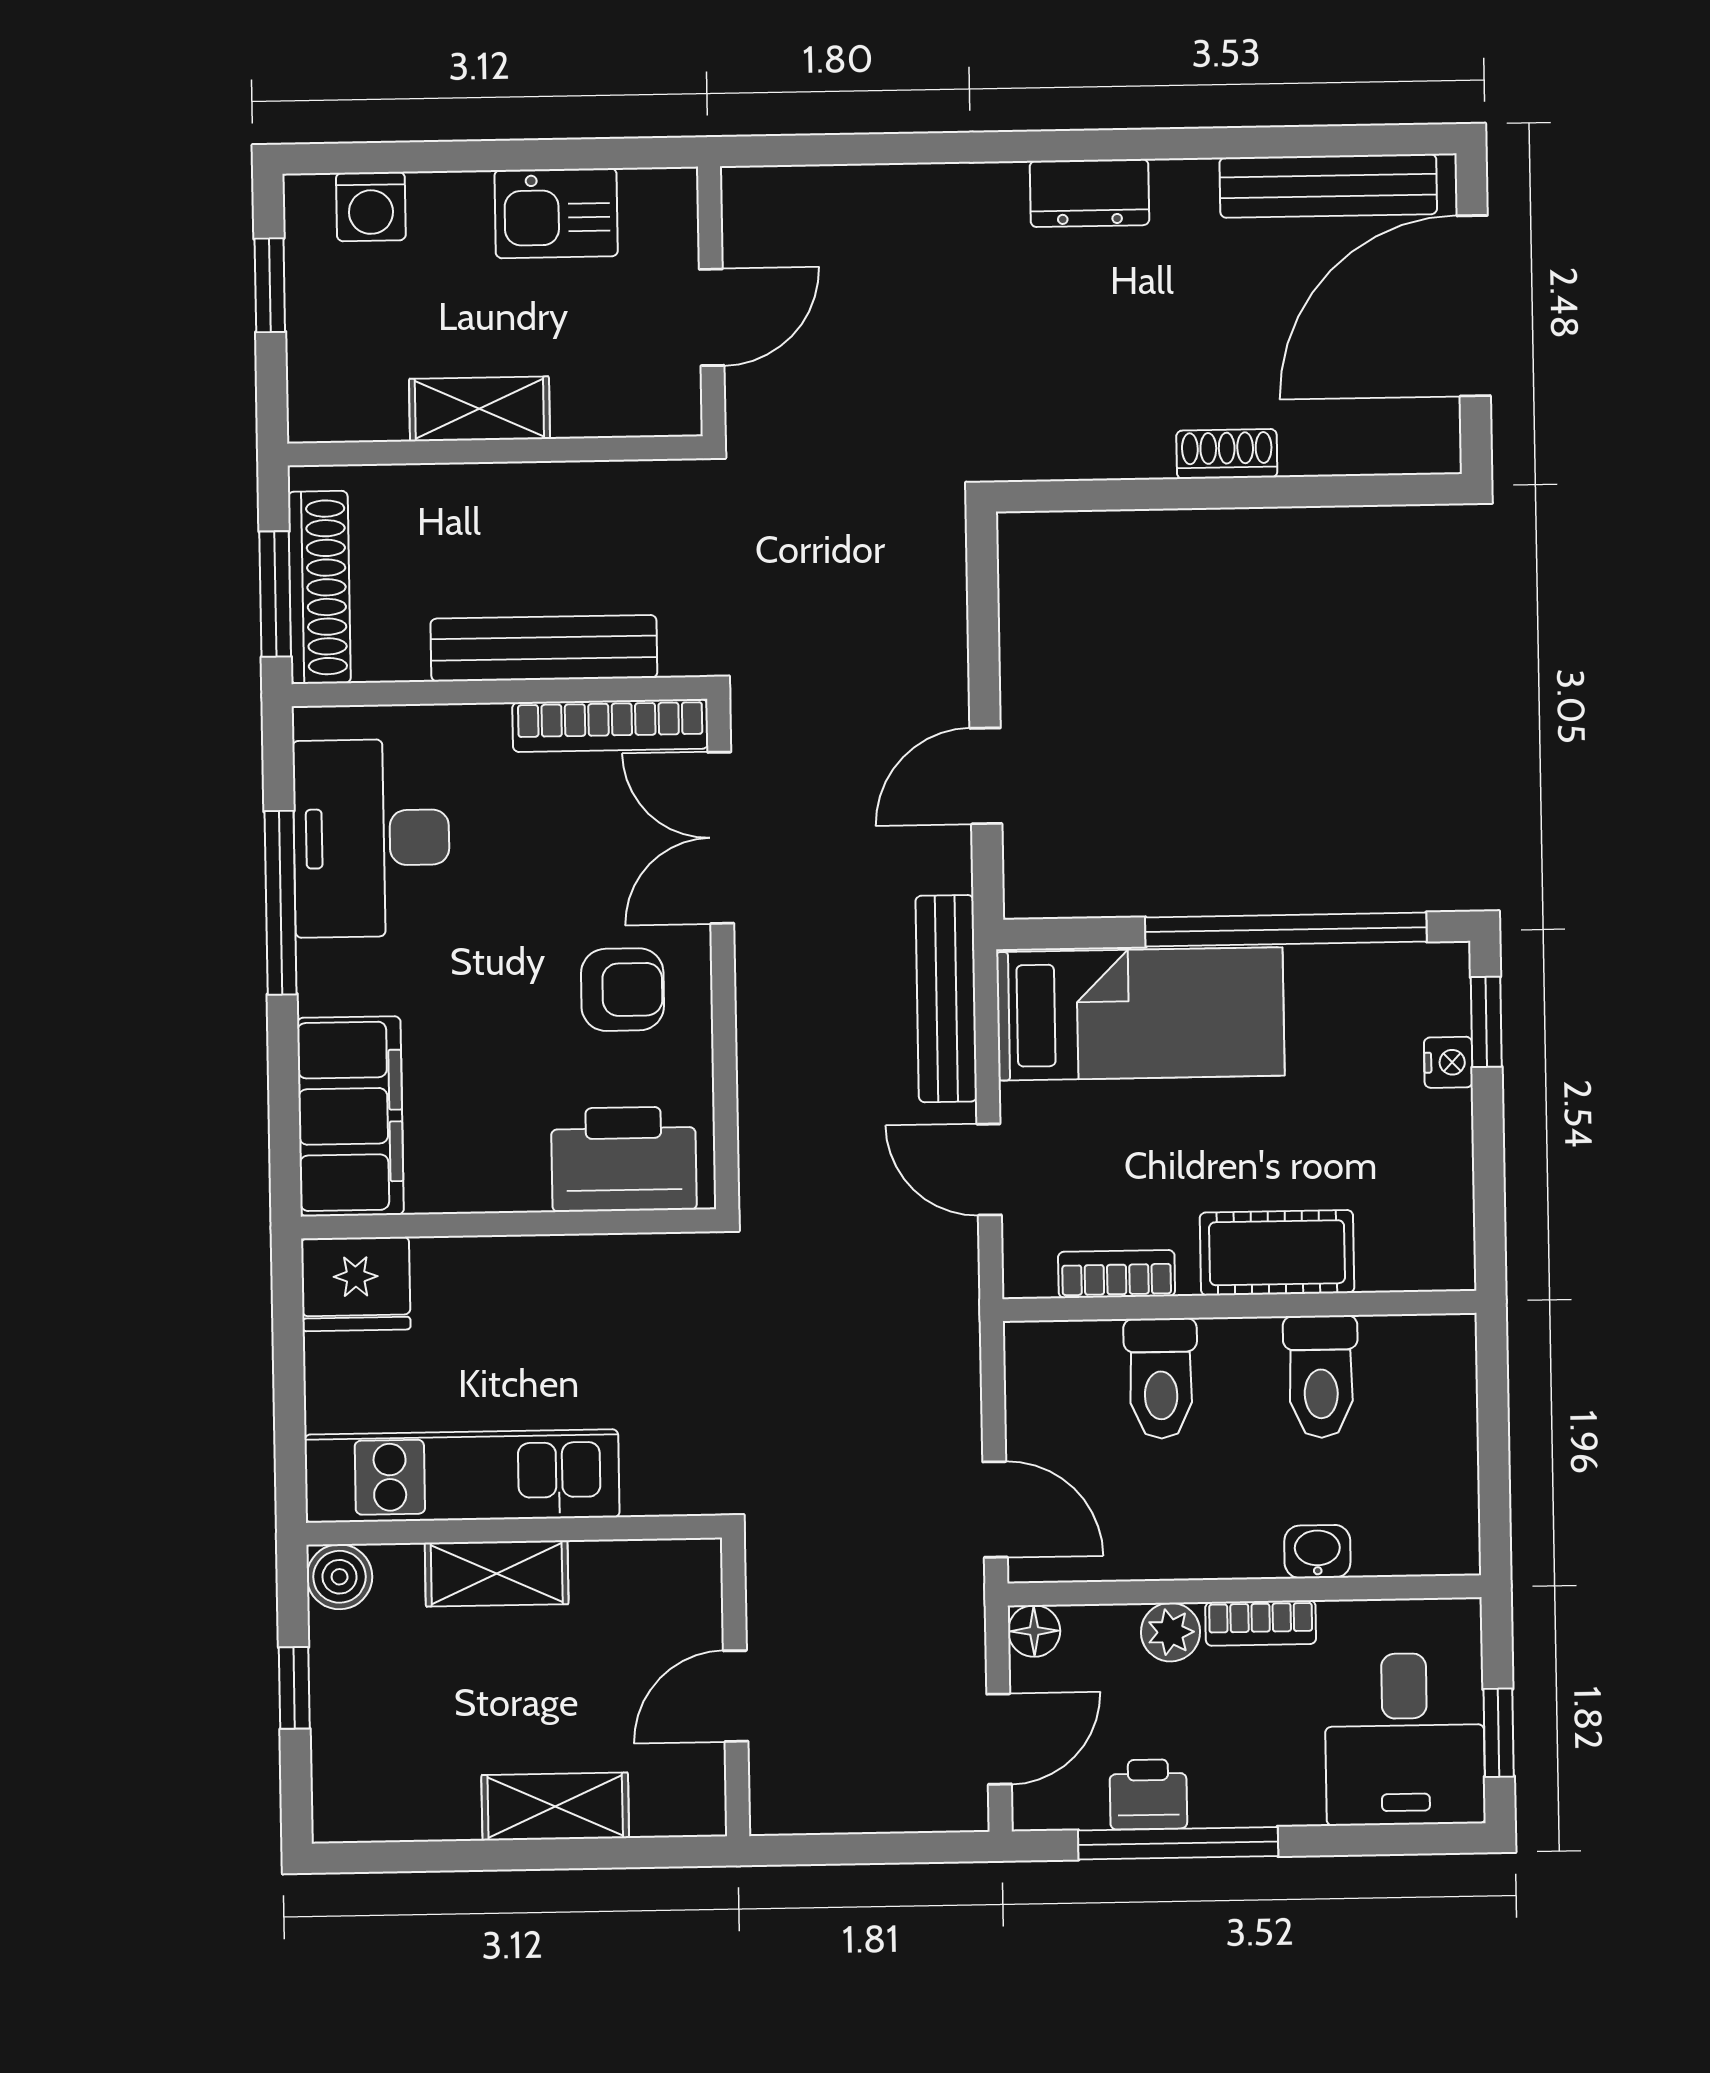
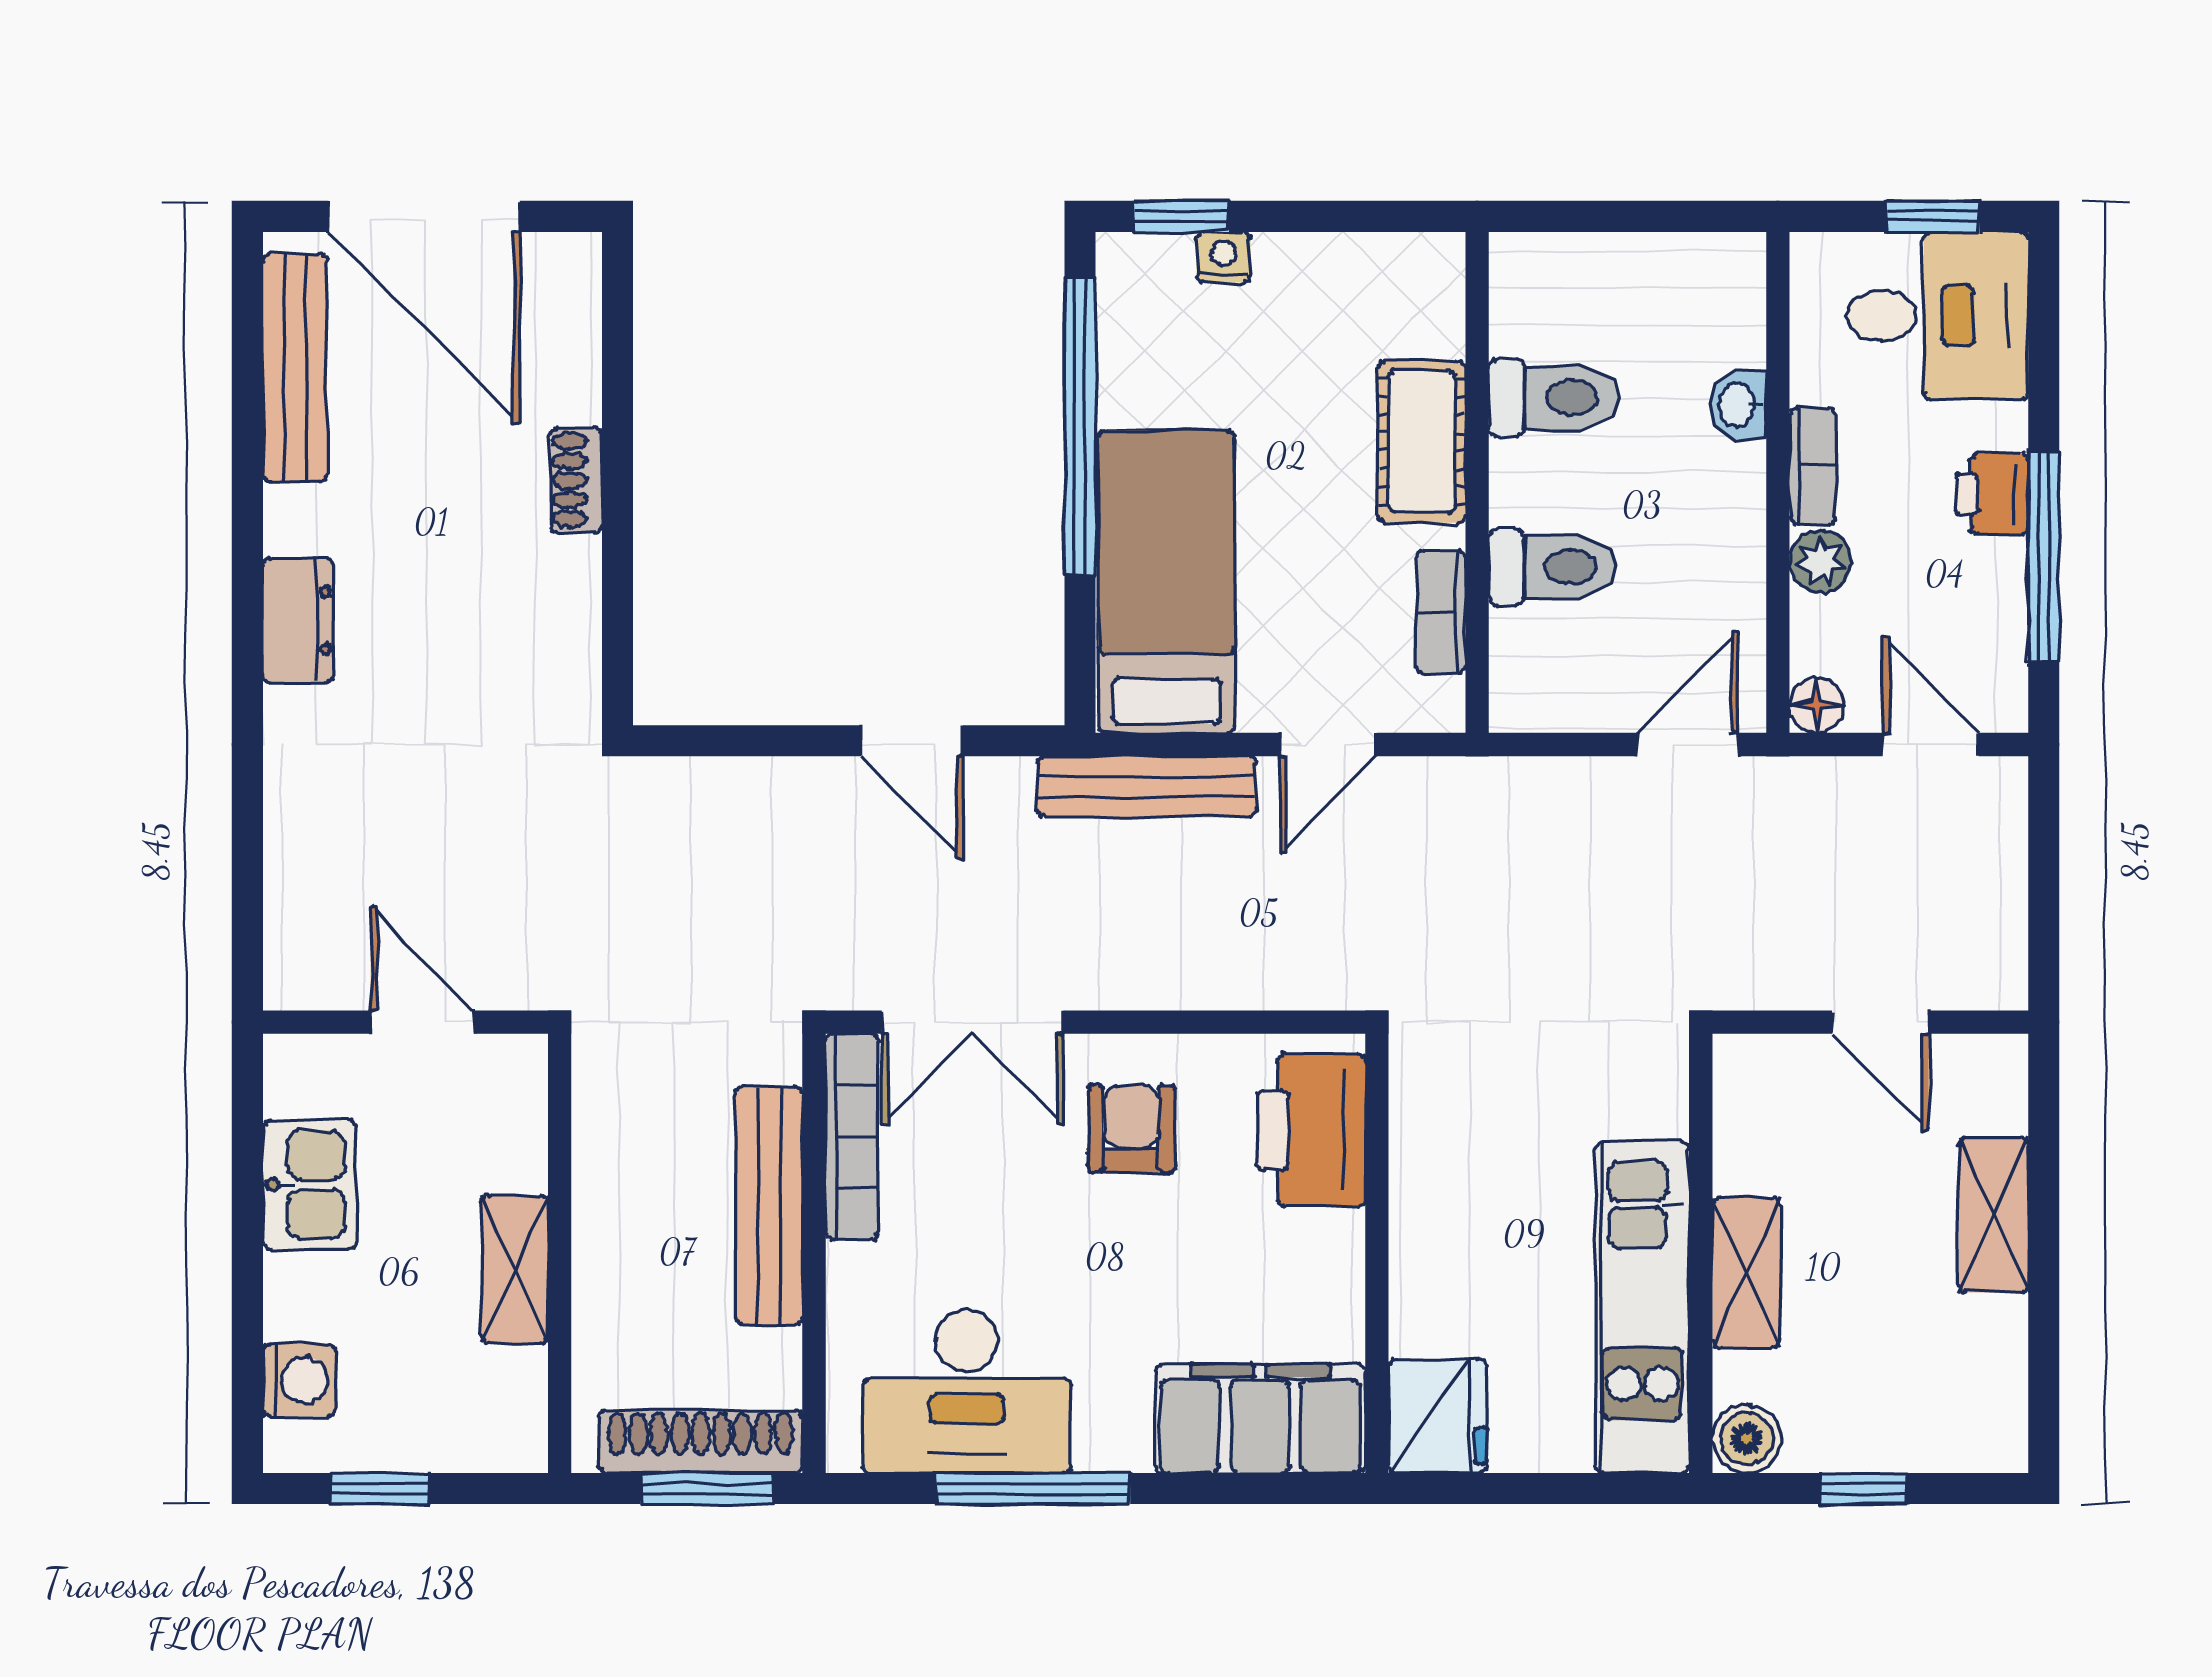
printer: (1148, 1794) -> (1992, 494), moved

